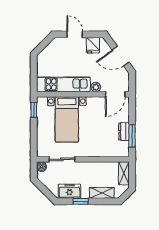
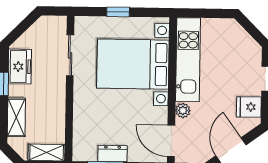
window: (34, 110) -> (118, 12), moved
bed with nightstands: (67, 119) -> (133, 64), width x1.36
boiler: (42, 167) -> (59, 23), removed

